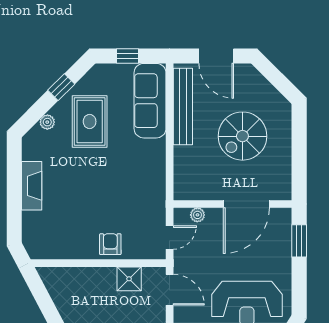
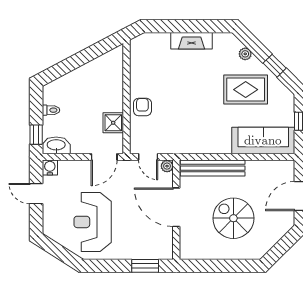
bench: (183, 106) -> (213, 168), moved
door: (246, 204) -> (176, 207), moved
plant: (197, 215) -> (167, 166), moved
armchair: (110, 244) -> (142, 107), turned -90

